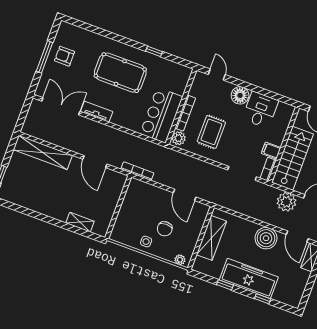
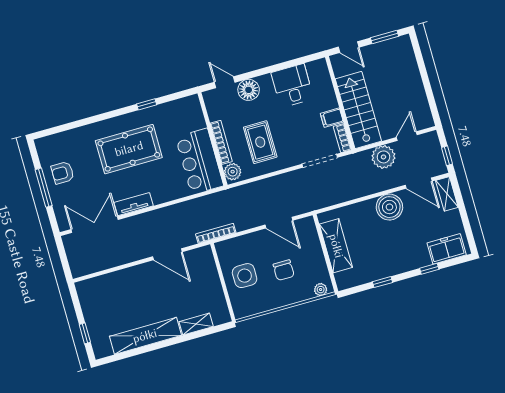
floor lamp: (240, 95) -> (249, 90), moved
shelving: (43, 152) -> (145, 336), moved
side table: (146, 242) -> (245, 276), moved, width x1.87, depth x1.87
freezer: (249, 278) -> (447, 249), moved, width x0.52, depth x0.79

